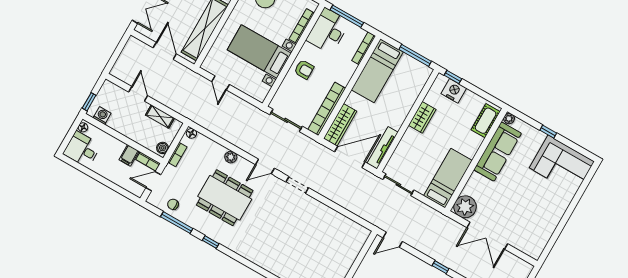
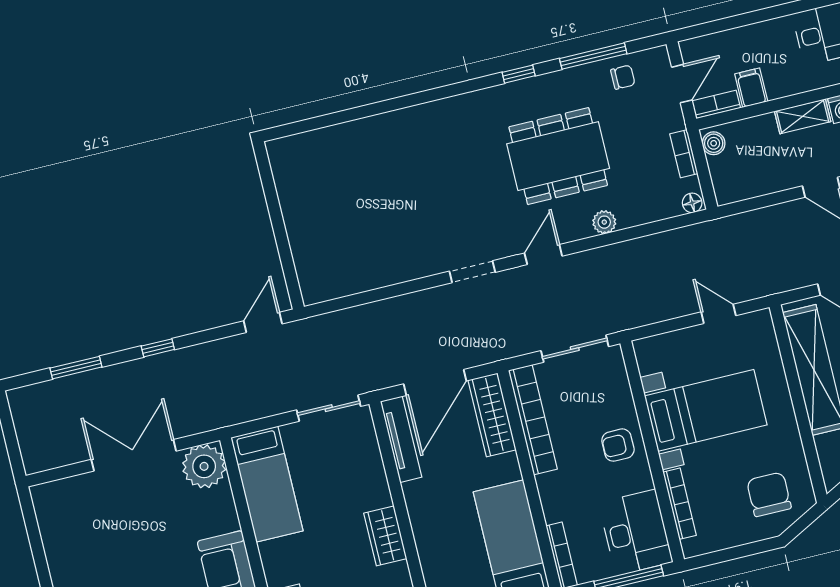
shelving: (160, 117) -> (803, 116), moved

